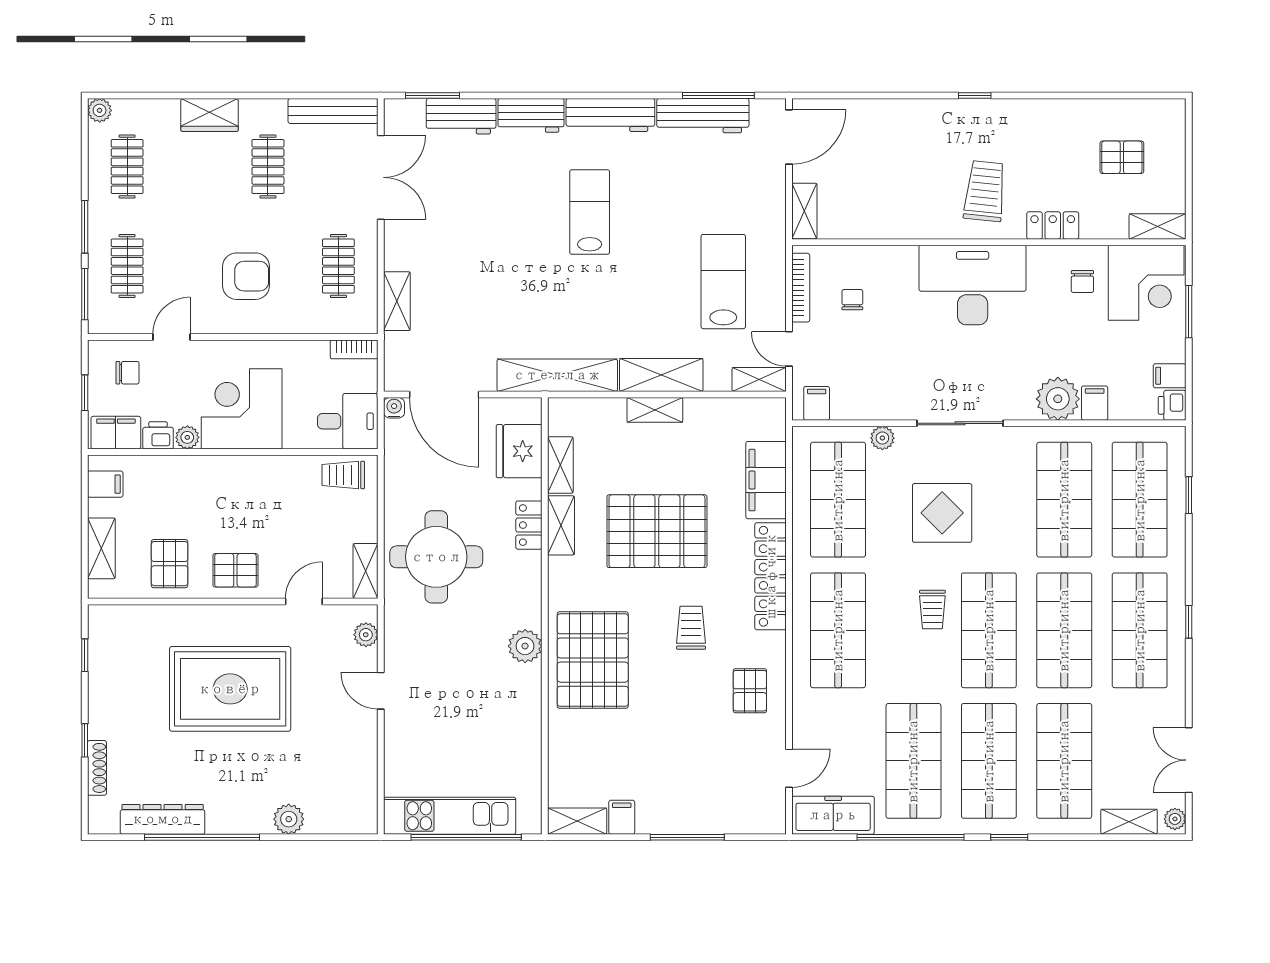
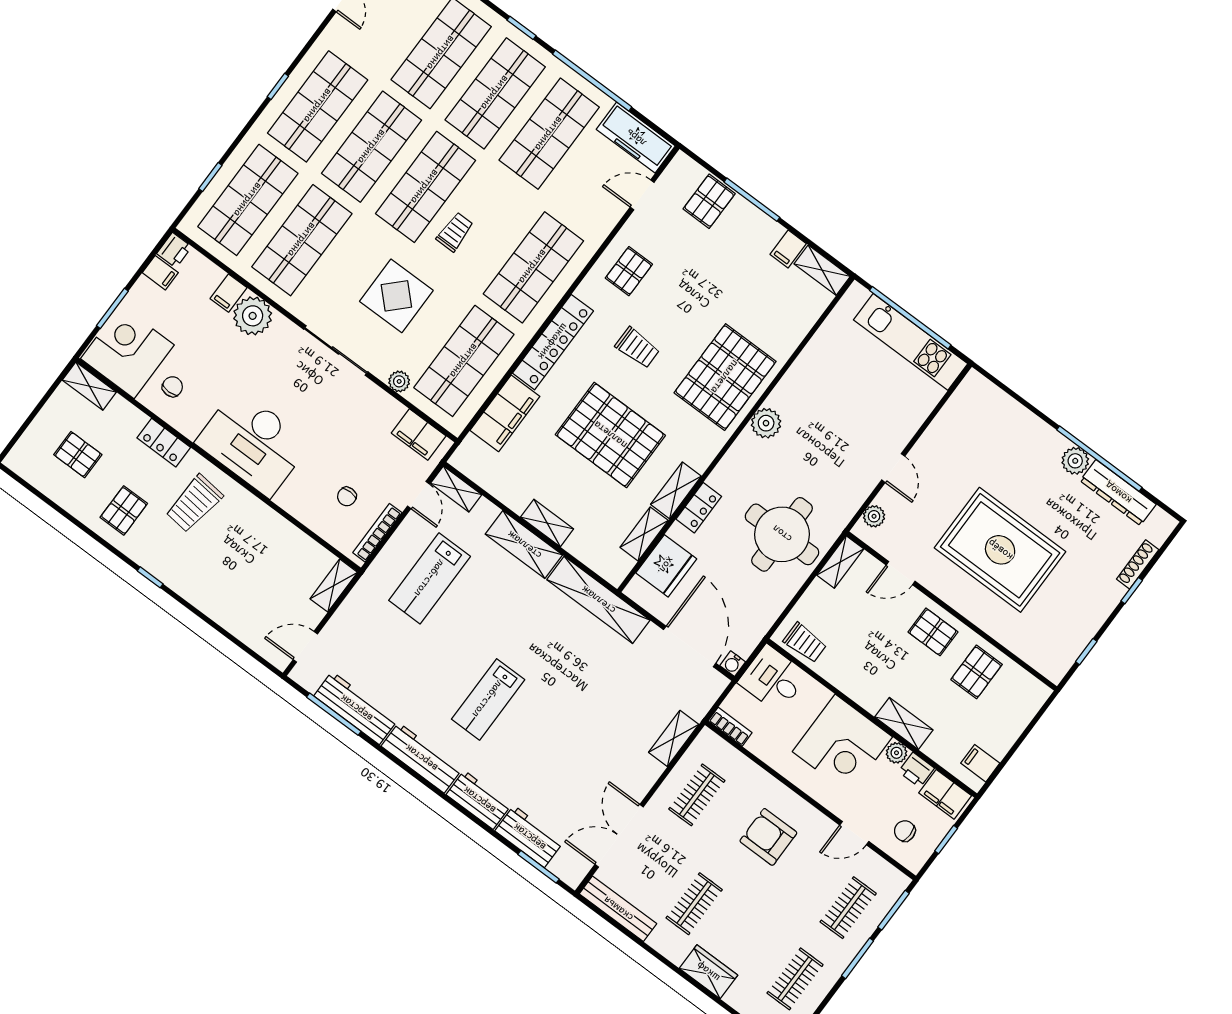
door: (789, 137) -> (305, 647), width x0.73
pallet: (1043, 138) -> (124, 510), added
filing cabinet: (817, 403) -> (419, 435), width x2.00
shelving: (101, 548) -> (904, 723), moved, turned 90
trolley: (691, 628) -> (637, 348), turned -90
pallet: (725, 807) -> (709, 201), added
plant: (289, 819) -> (1075, 461), moved

